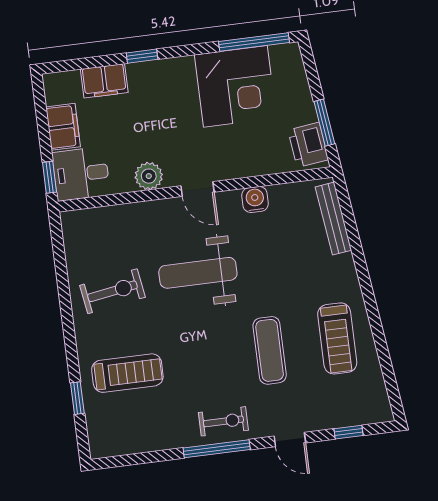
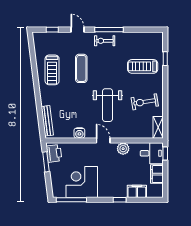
shelving: (74, 236) -> (158, 127), added
weight bench: (198, 273) -> (107, 105), turned 90
treadmill: (337, 338) -> (52, 70), turned 180

